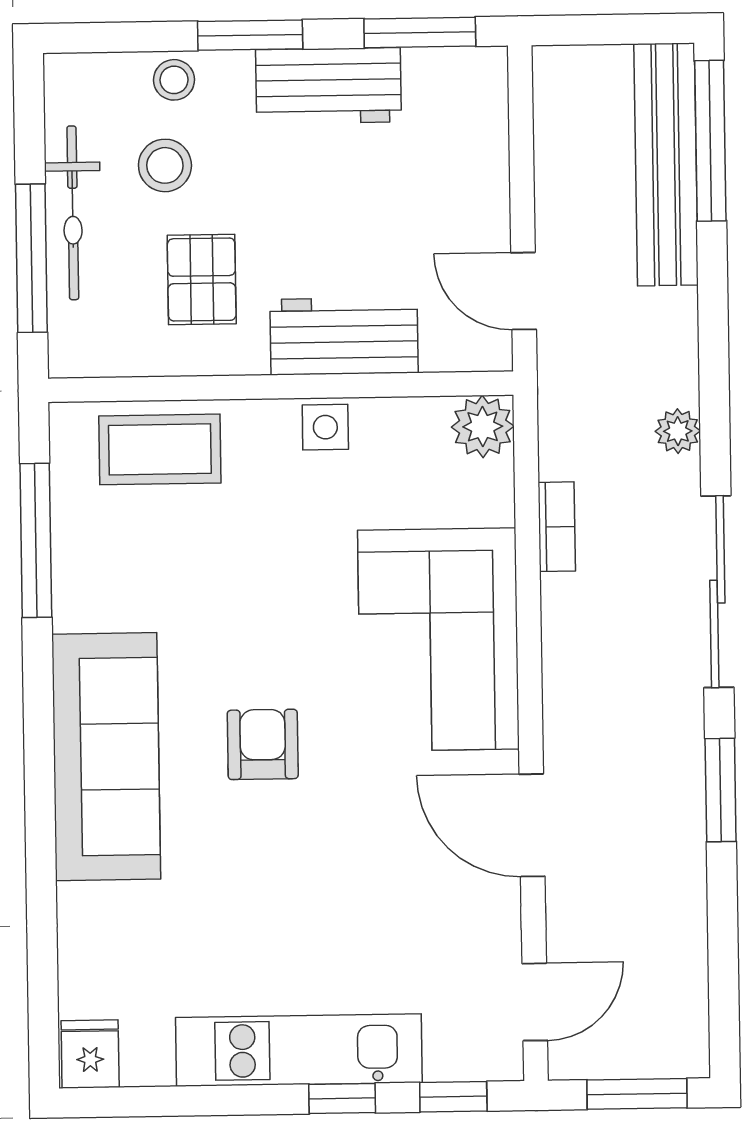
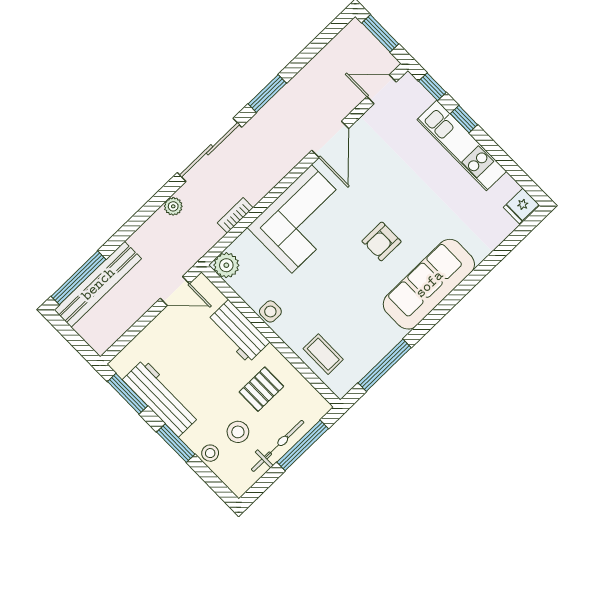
workbench: (328, 86) -> (161, 398), width x1.38
door: (524, 291) -> (175, 291), hinge flipped
coffee table: (160, 449) -> (323, 354), width x0.73, depth x0.77

